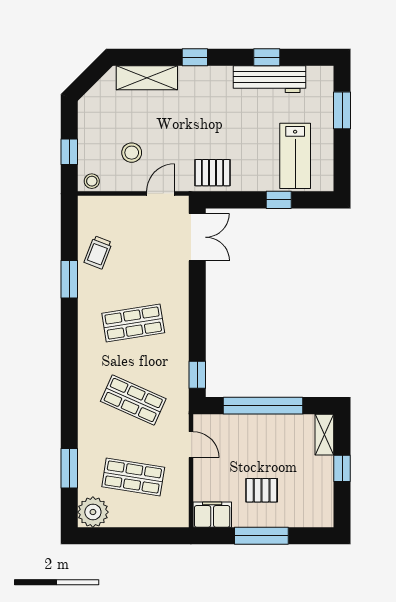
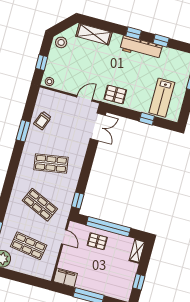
window: (195, 57) -> (134, 33), moved
workbench: (270, 79) -> (141, 48), moved
stool: (132, 153) -> (61, 42), moved
window: (342, 468) -> (139, 282), moved
pallet: (262, 490) -> (97, 241), moved

